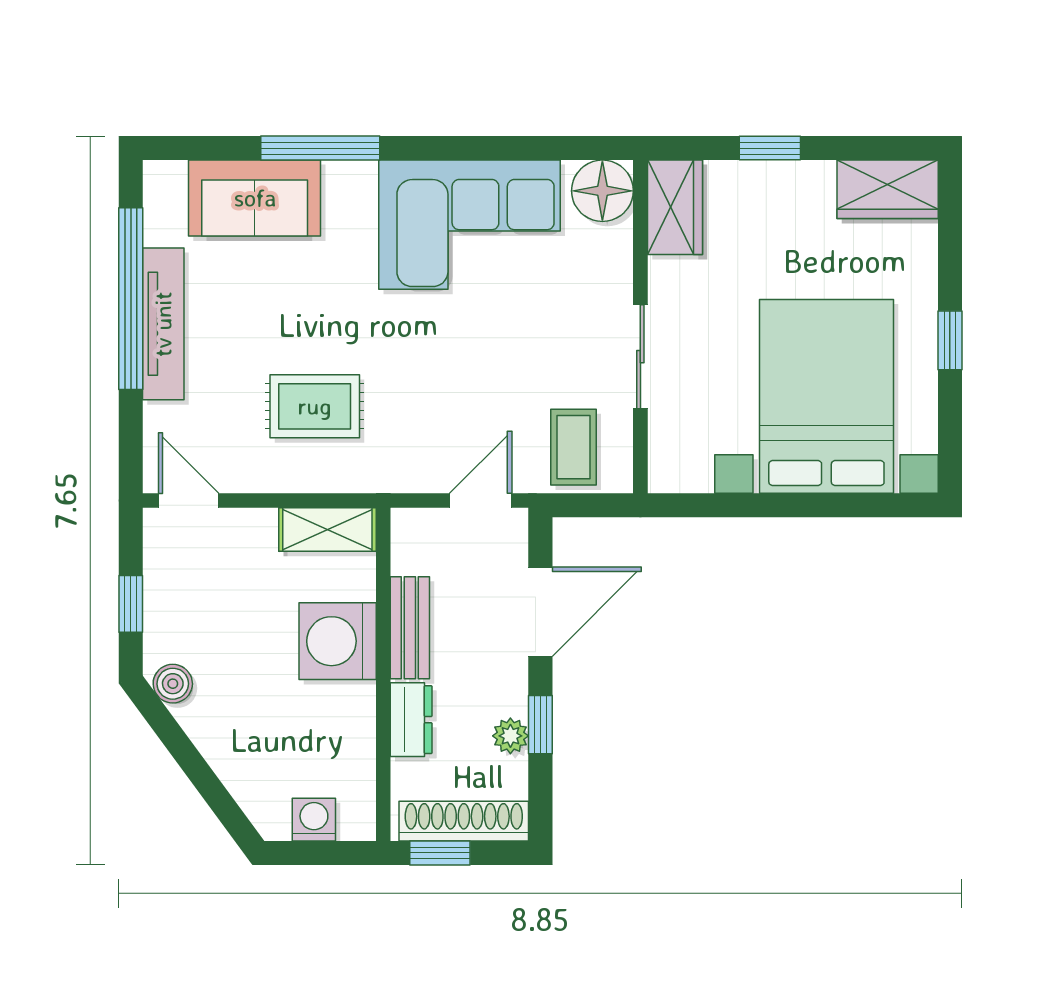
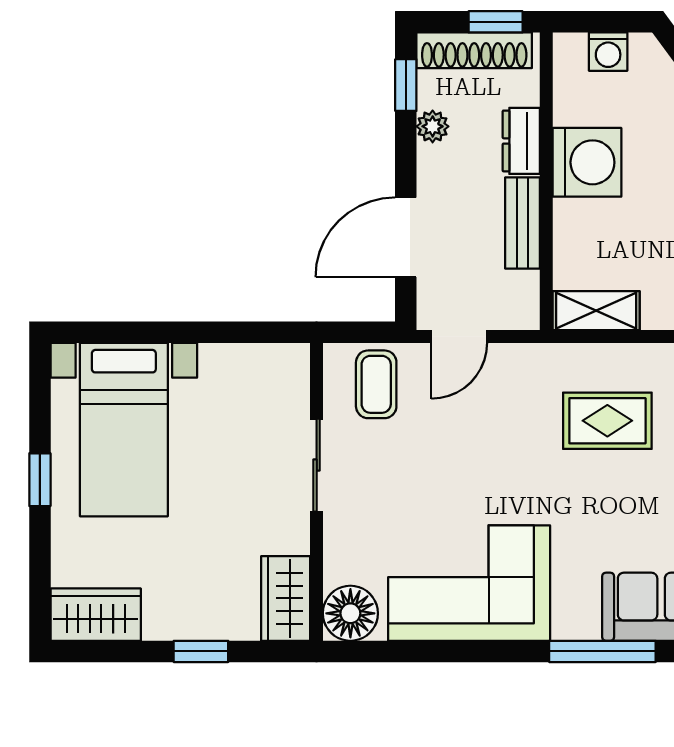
bed with nightstands: (826, 396) -> (124, 430), width x0.73
washing machine: (338, 641) -> (587, 162), moved
window: (540, 725) -> (406, 85), moved

